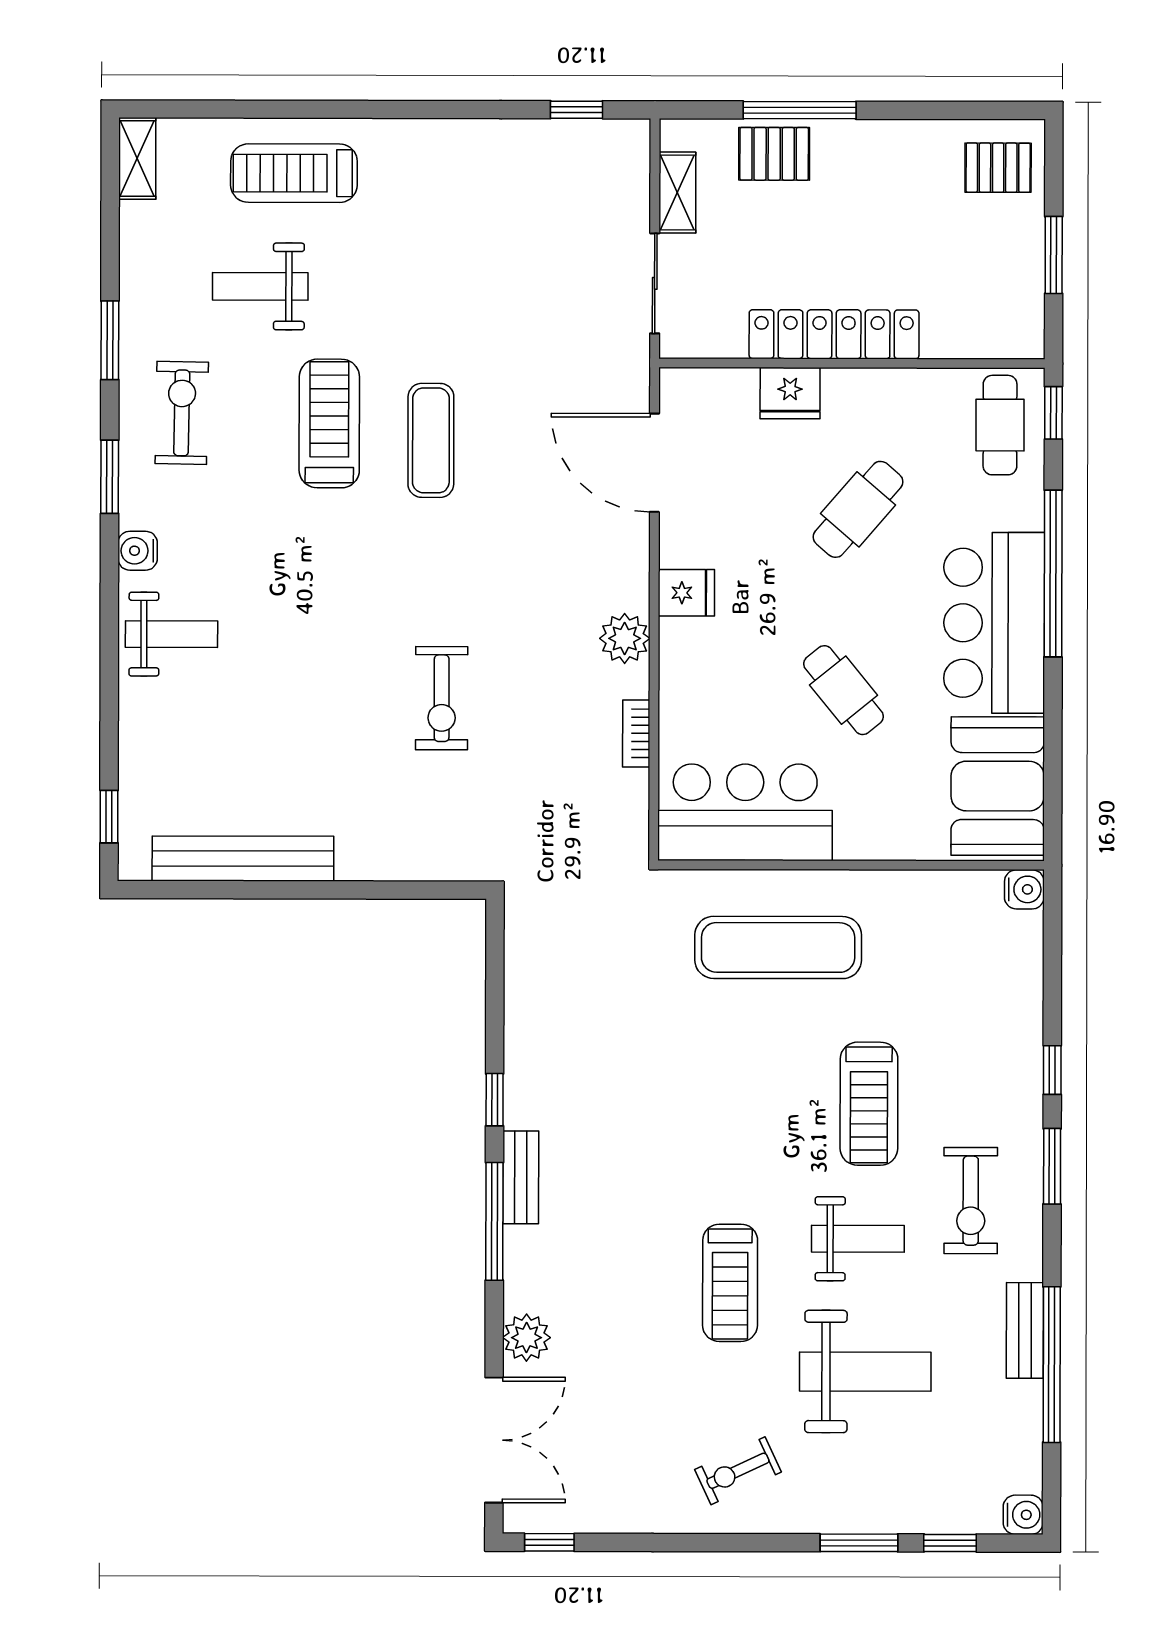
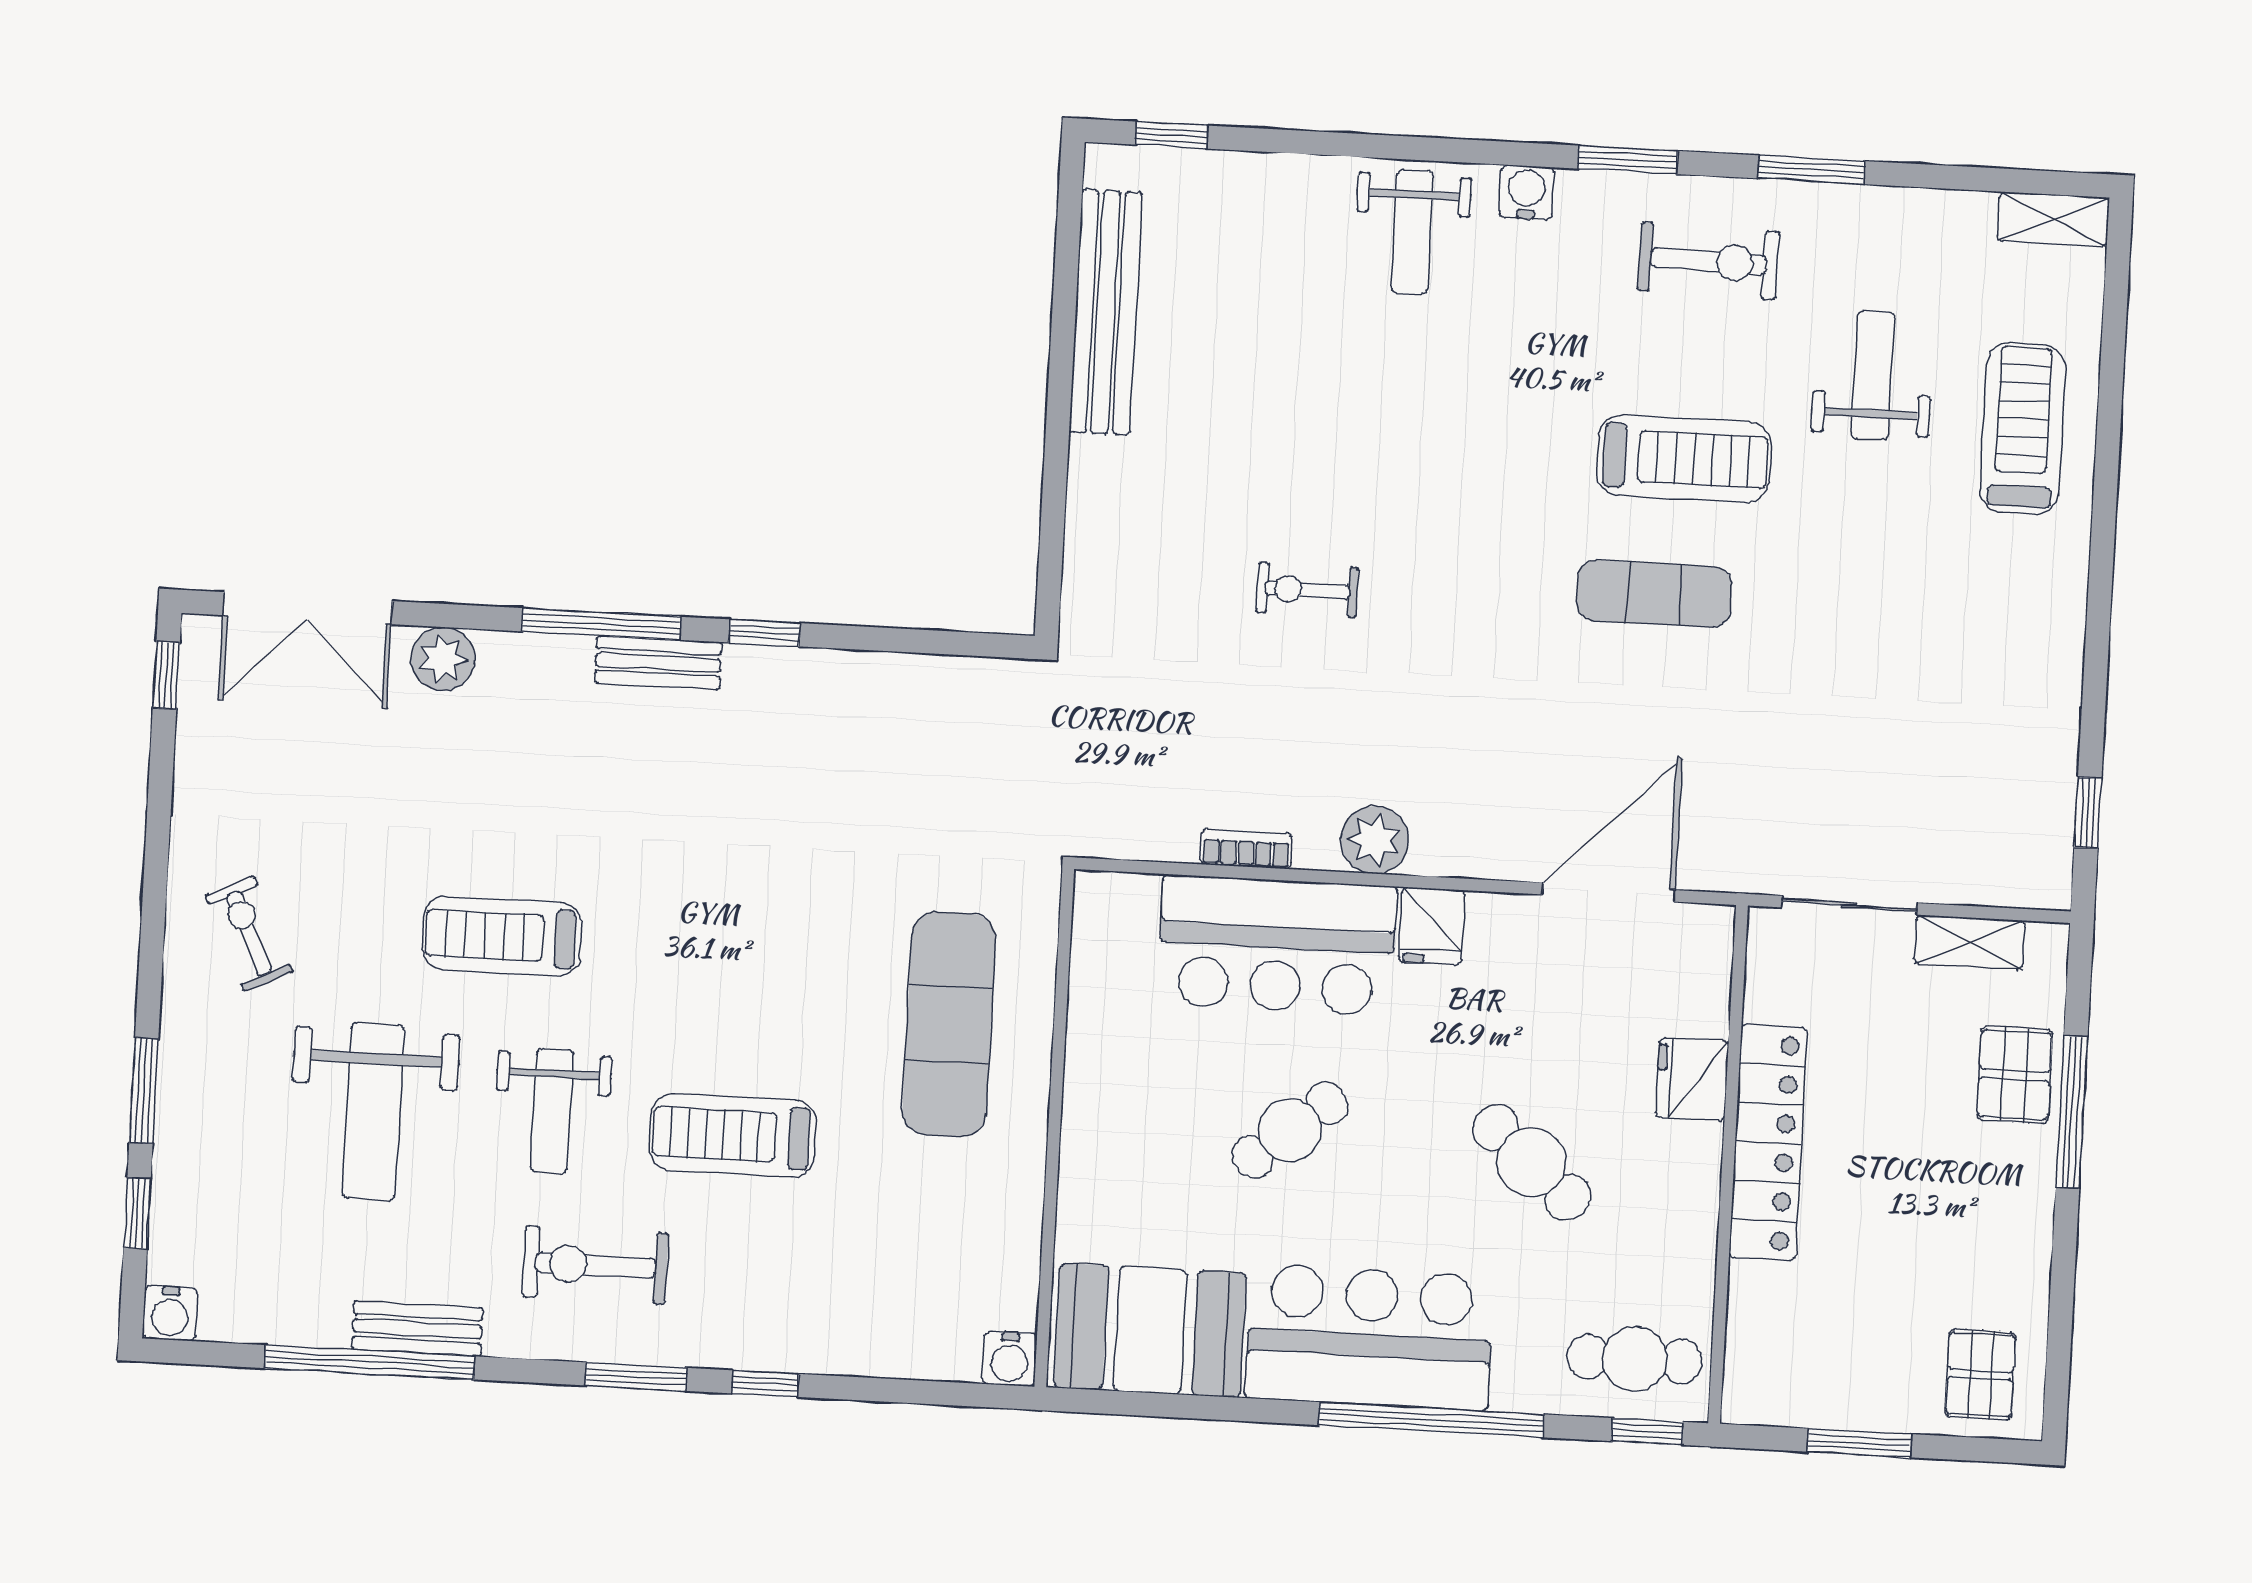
exercise bike: (442, 698) -> (1307, 590), width x0.73, depth x0.72
bar counter: (745, 812) -> (1277, 945), moved, turned 90

